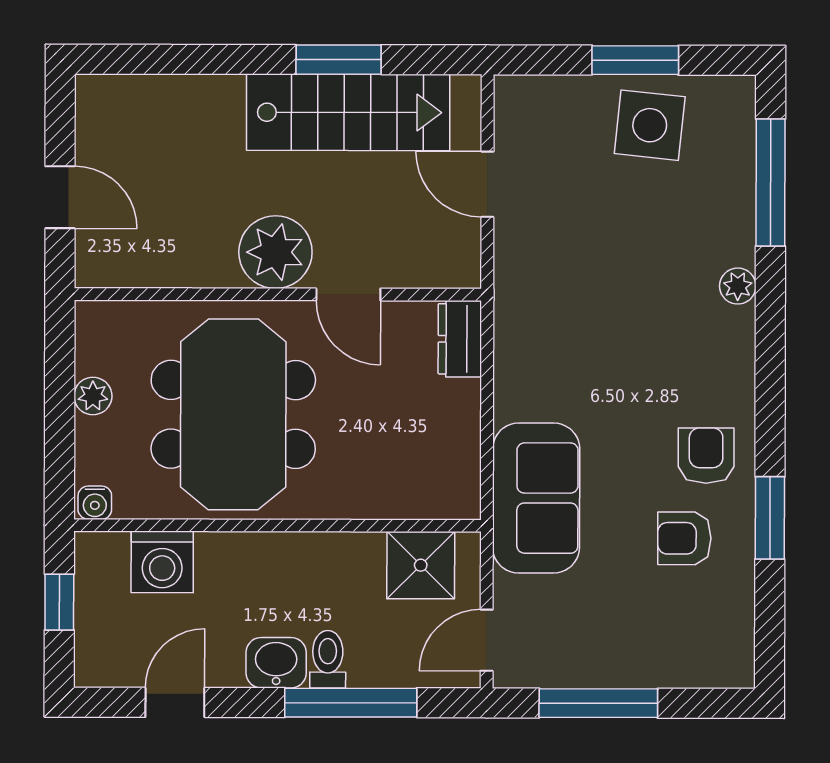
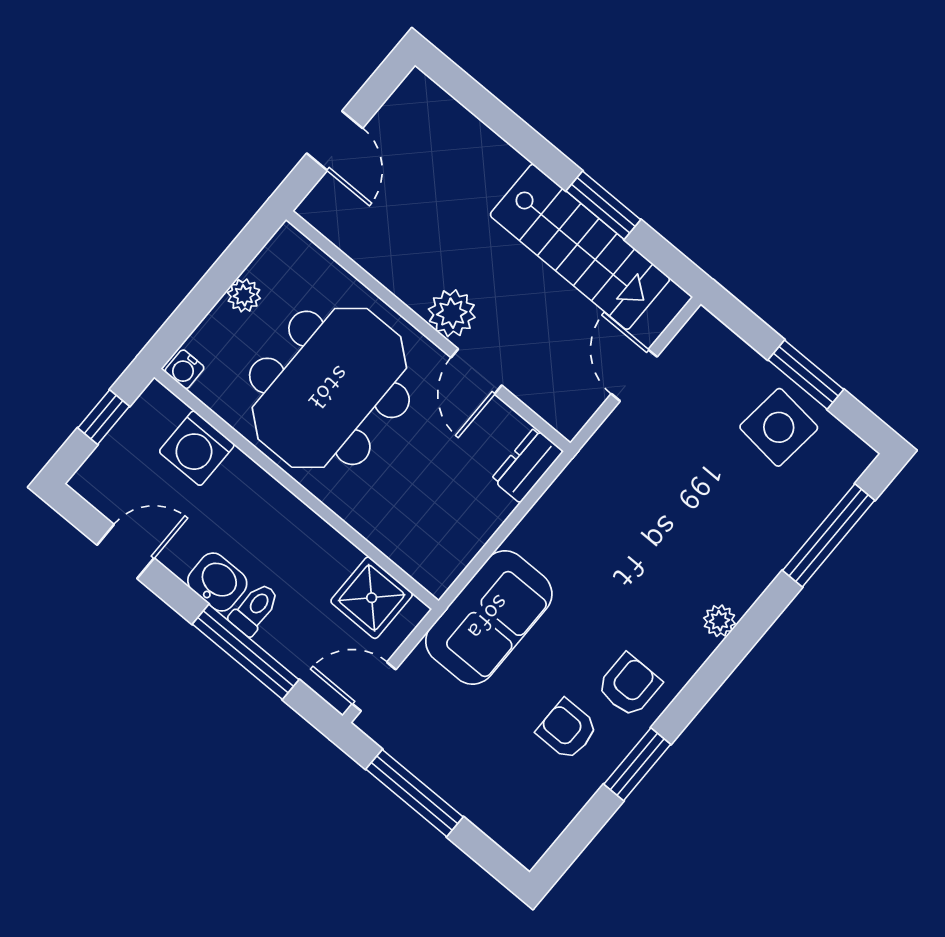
plant: (275, 252) -> (452, 313), width x0.73, depth x0.73
plant: (738, 286) -> (719, 621), moved

